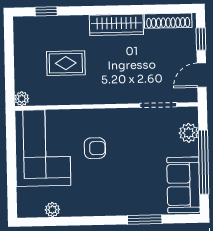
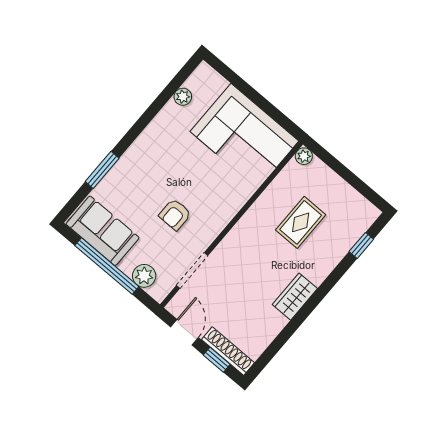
shoe rack: (168, 21) -> (228, 351), moved, turned 90
wardrobe: (116, 25) -> (295, 297), width x0.67
armchair: (95, 148) -> (175, 215), moved

